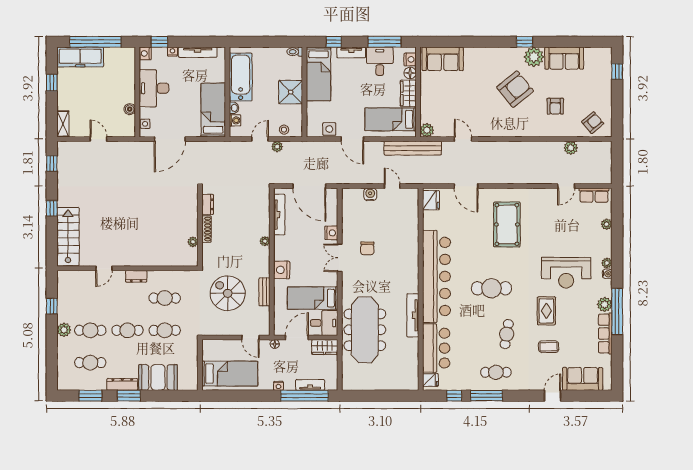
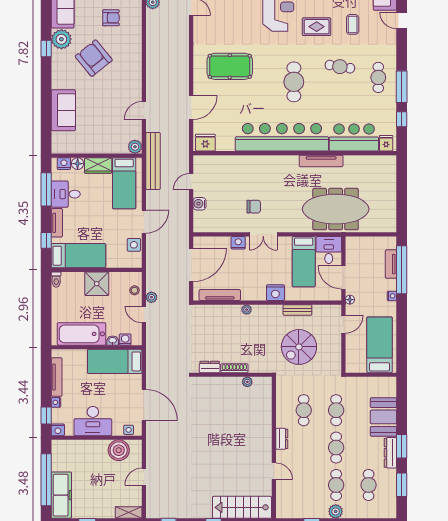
sofa: (443, 59) -> (63, 110), moved
boiler: (130, 109) -> (119, 450), width x1.86, depth x1.86
wardrobe: (325, 347) -> (353, 249), removed

